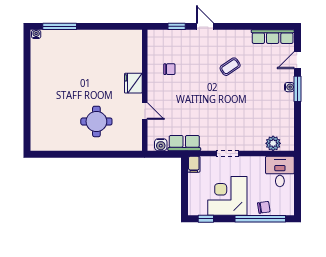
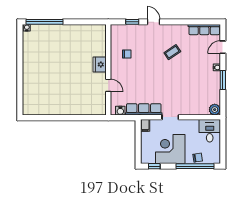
window: (60, 26) -> (44, 22), width x1.46
window: (297, 89) -> (223, 80), moved
round table: (96, 121) -> (72, 93), removed
row of seats: (184, 143) -> (144, 109), width x1.48
plant: (273, 143) -> (215, 110), moved

